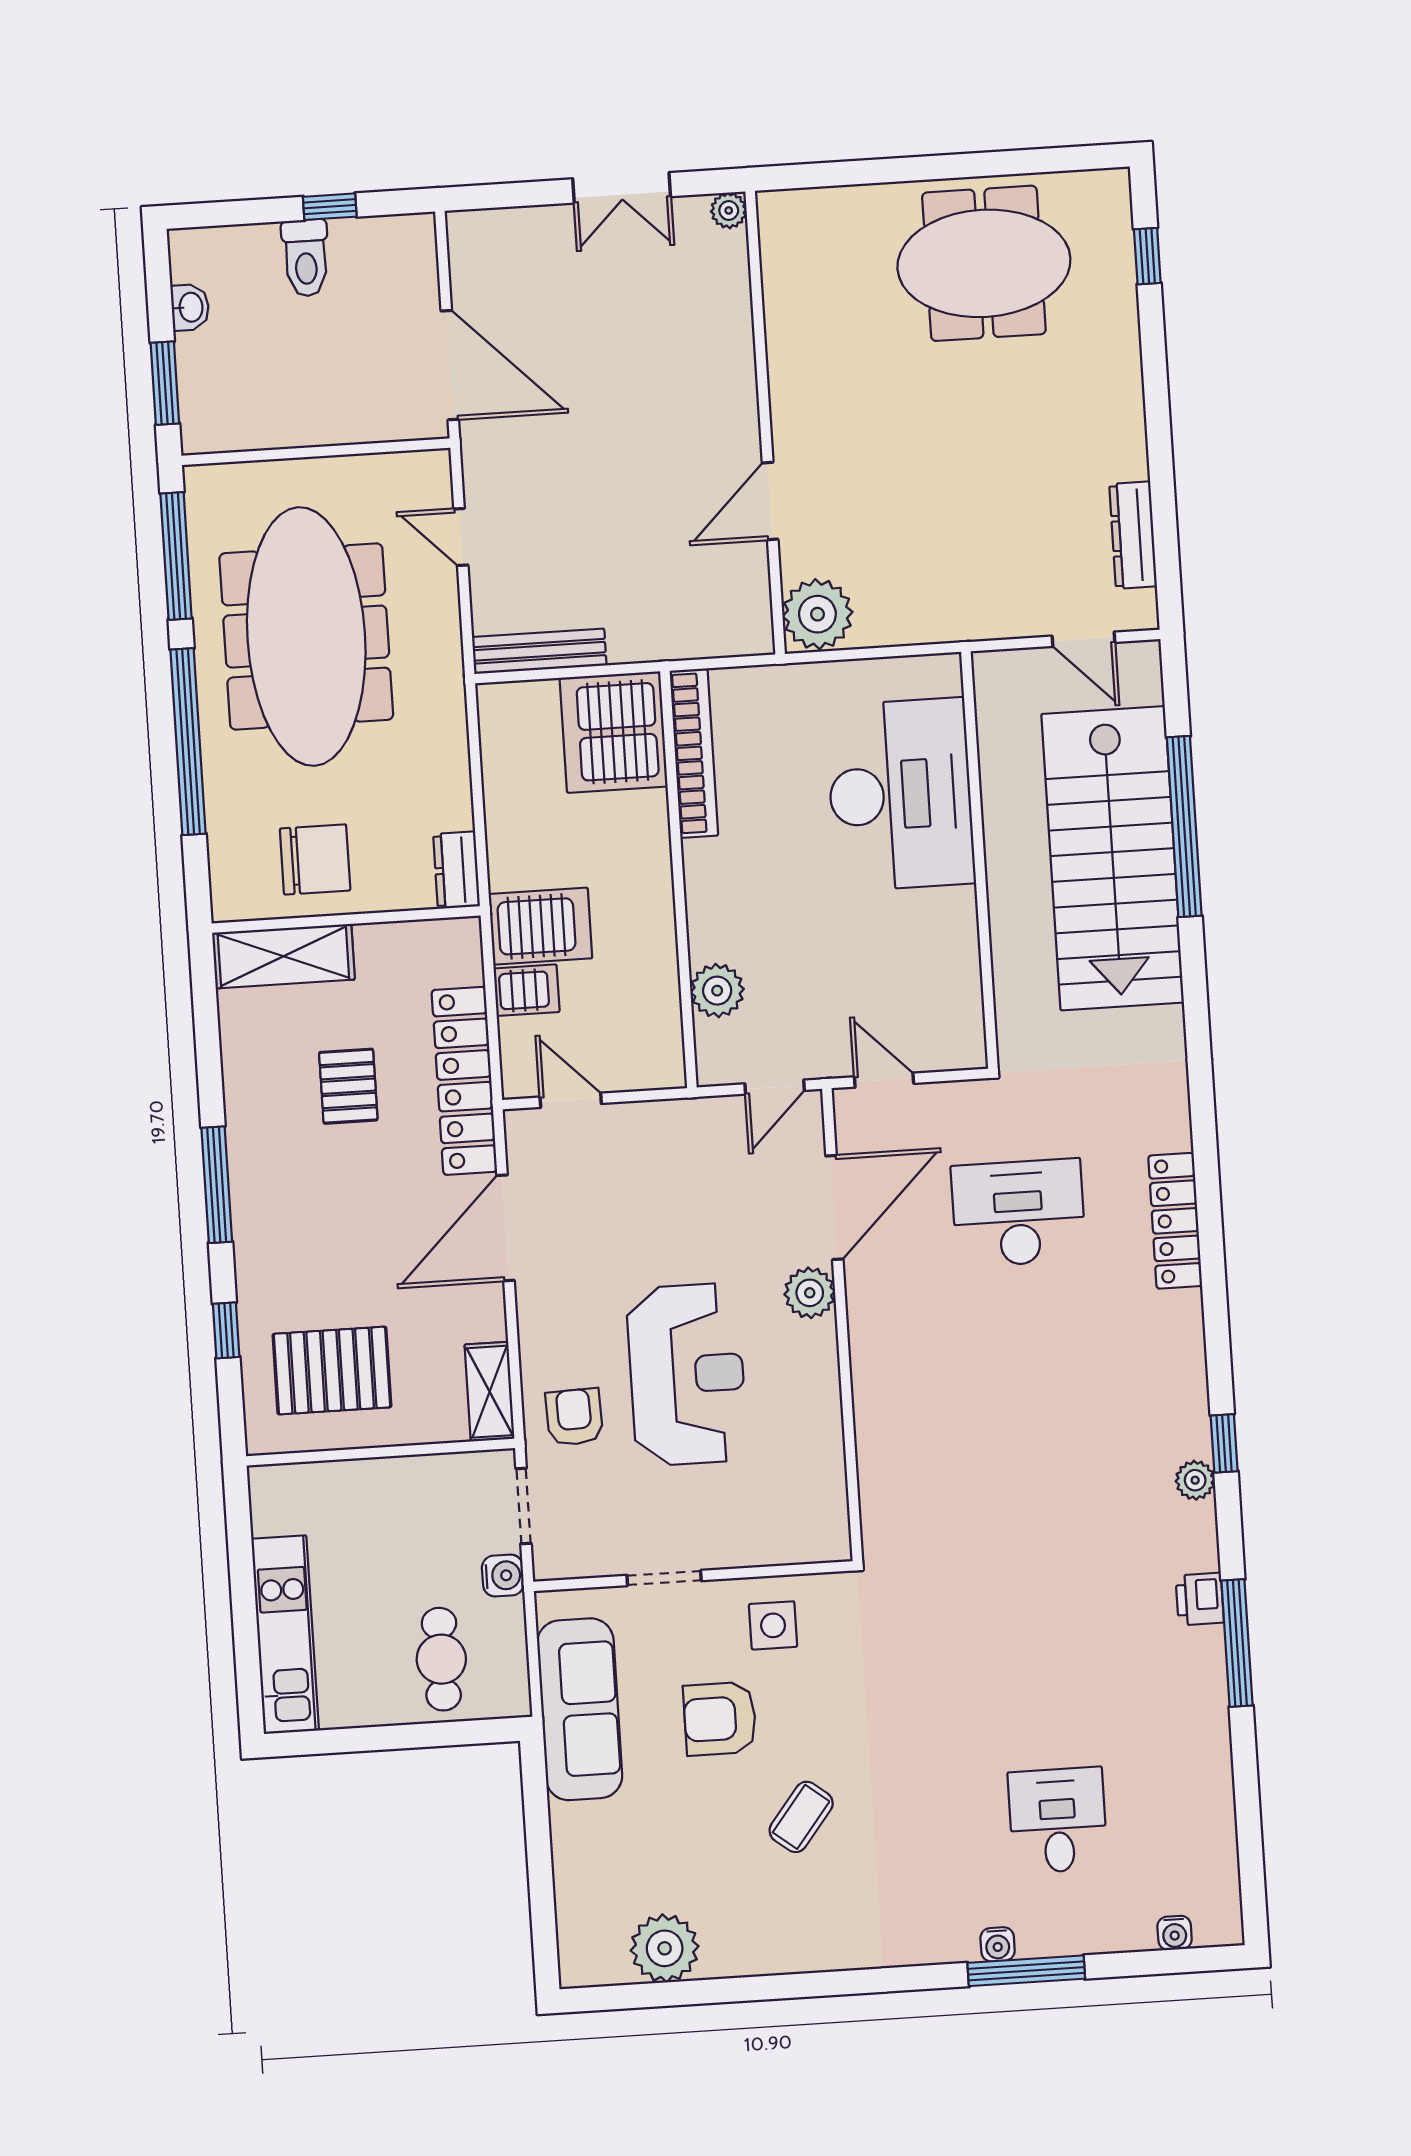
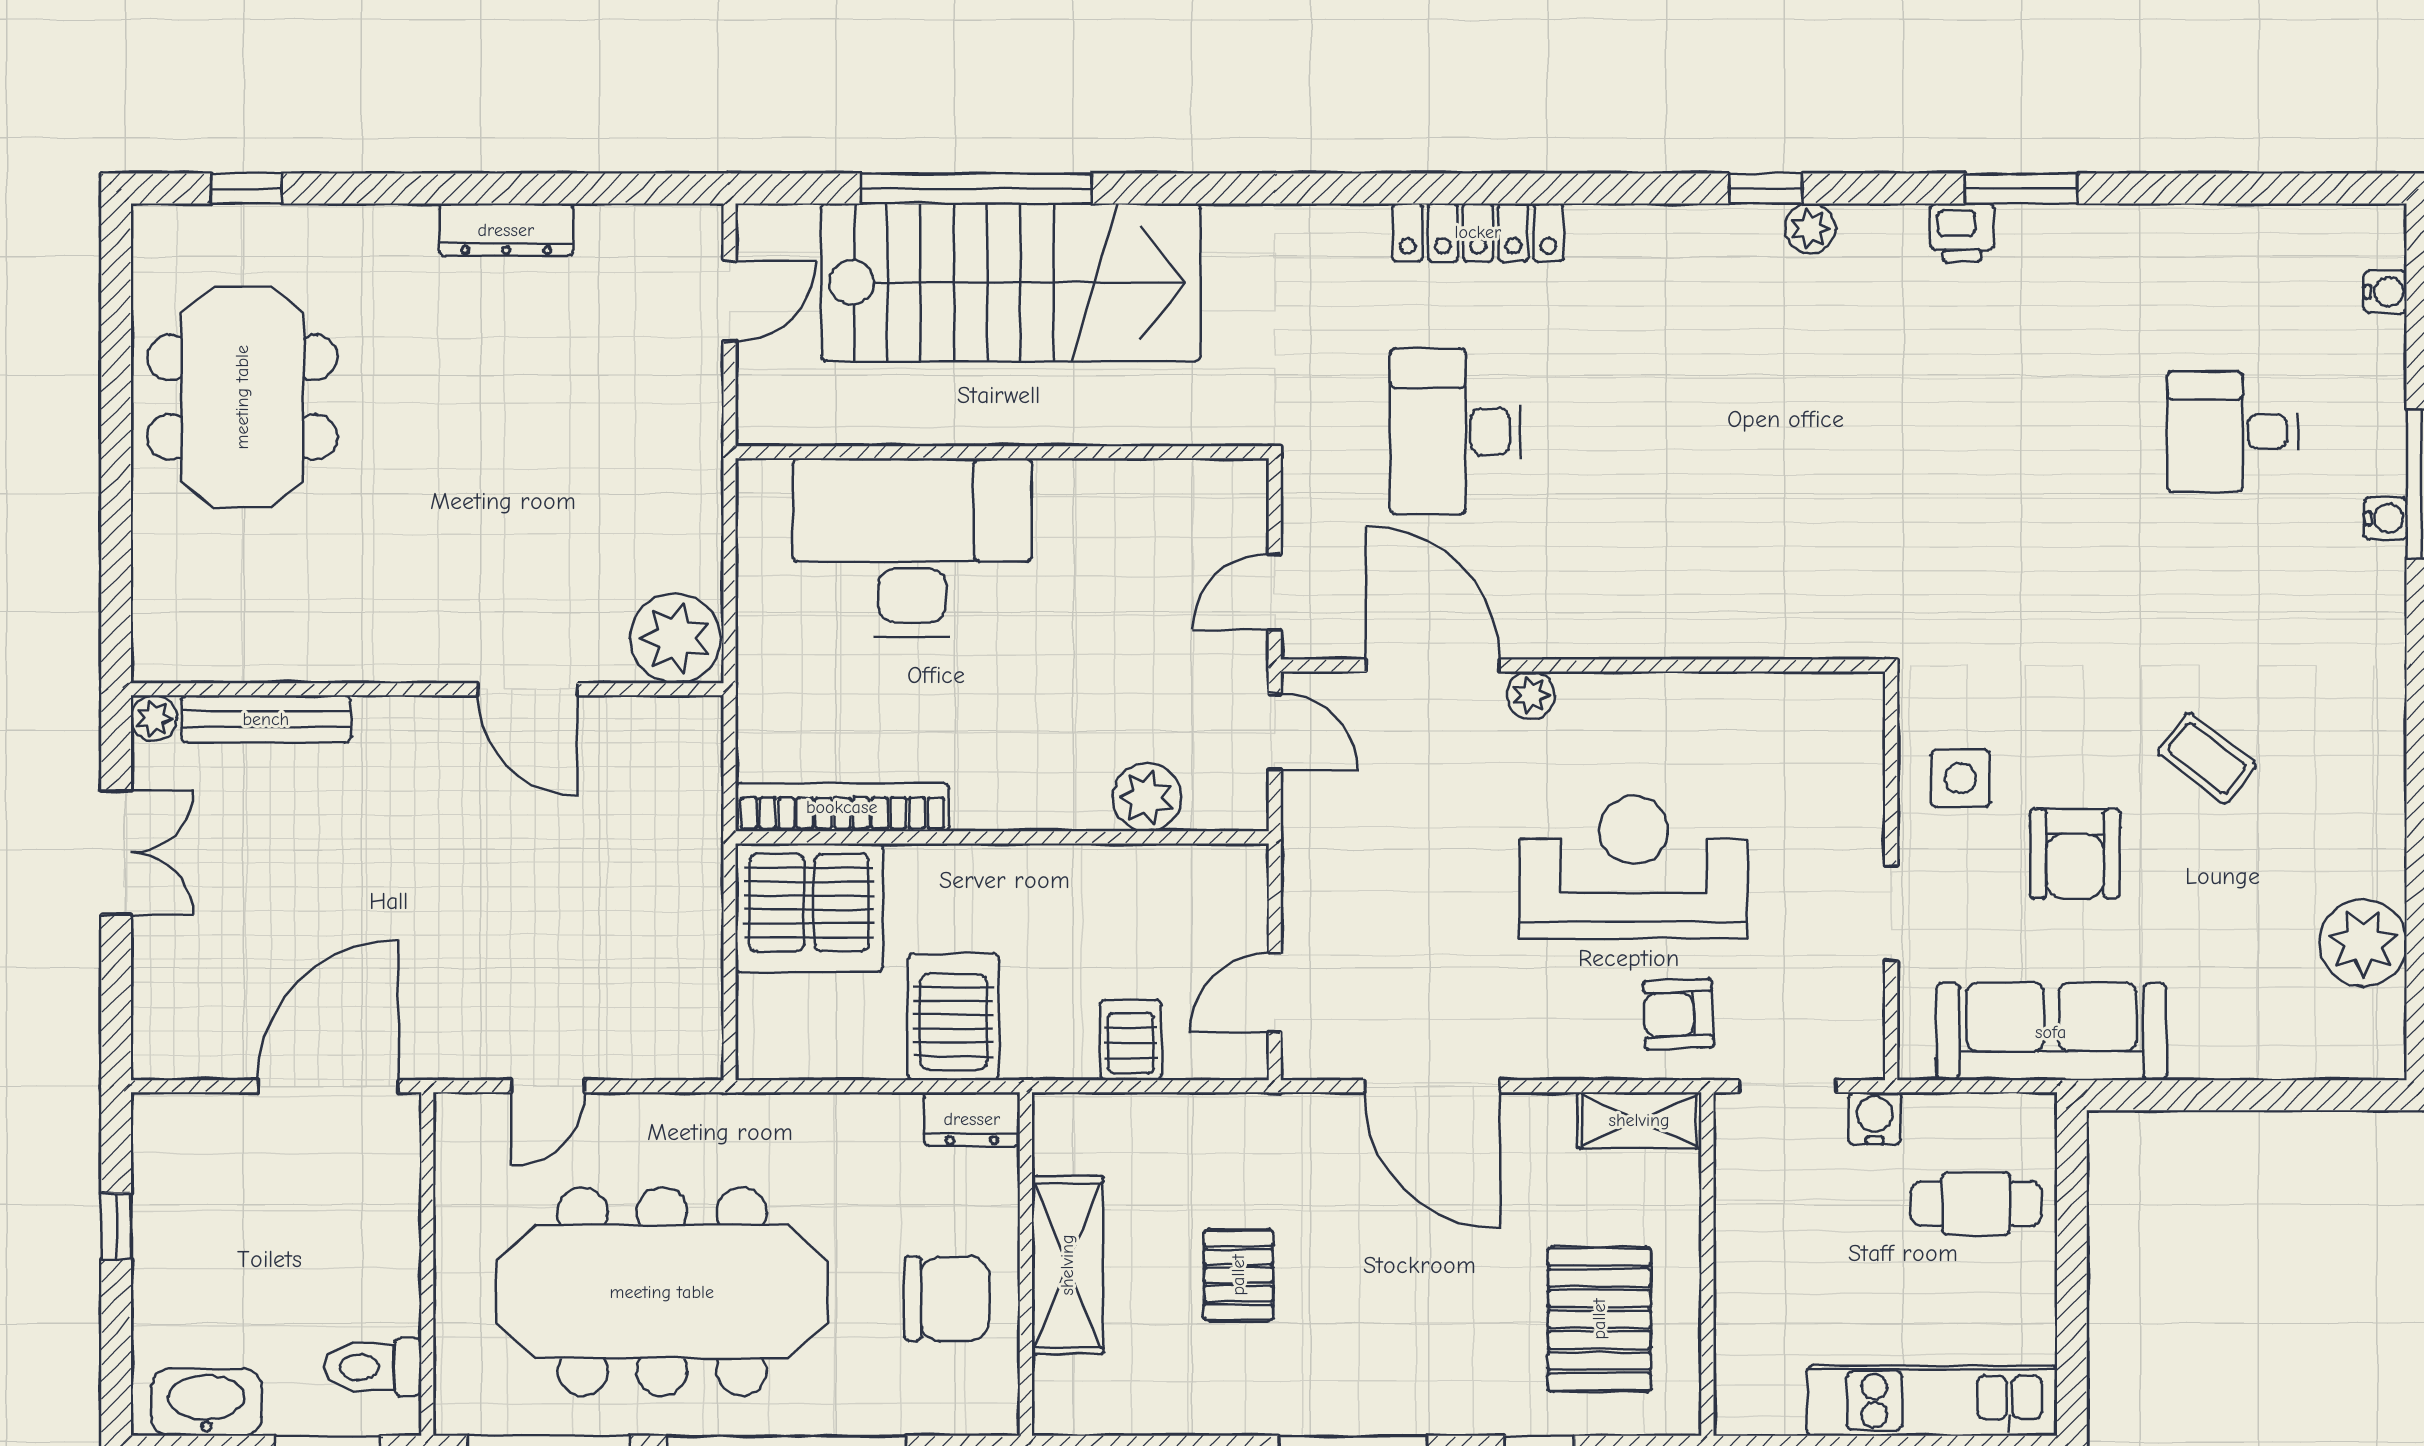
toilet: (306, 258) -> (373, 1367), moved, turned 180
washbasin: (190, 307) -> (206, 1402), width x1.91, depth x1.45
dresser: (1133, 535) -> (506, 230), moved
bench: (539, 651) -> (266, 719), moved, turned 90
chair: (315, 859) -> (947, 1299), turned 90
server rack: (540, 926) -> (953, 1017), moved
shelving: (283, 956) -> (1067, 1265), moved
locker: (464, 1081) -> (1241, 1127), removed
pallet: (348, 1086) -> (1238, 1275), turned 90
plant: (810, 1293) -> (1531, 695), width x0.73, depth x0.73
window: (1237, 1643) -> (2021, 188), width x0.69

